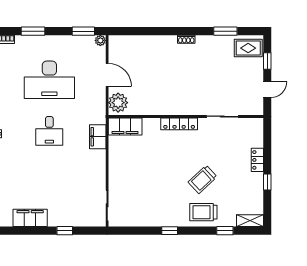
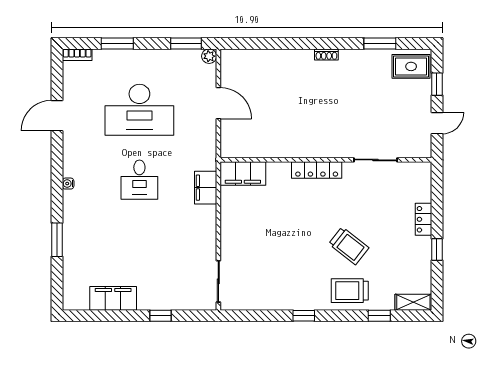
plant: (118, 103) -> (233, 141), removed
trolley: (203, 179) -> (349, 246), turned -99

